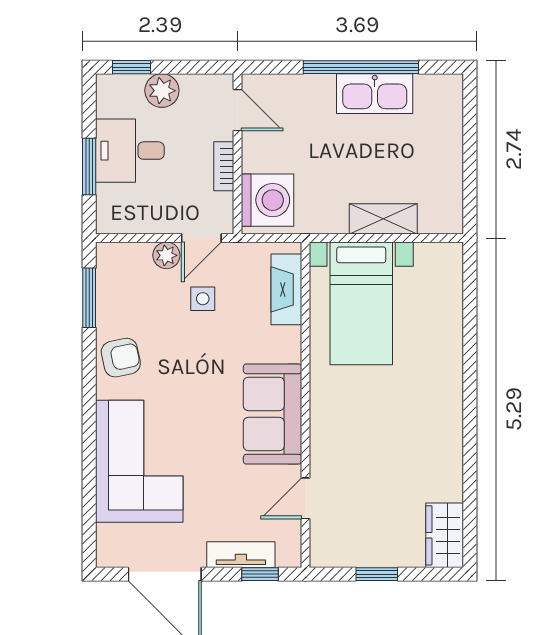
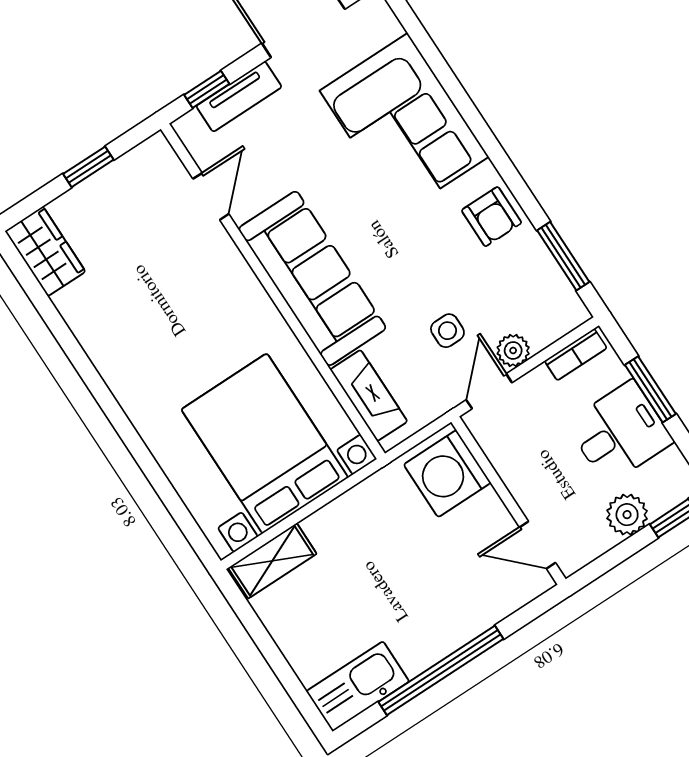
kitchen sink: (375, 94) -> (358, 686), moved
bookcase: (224, 166) -> (576, 355), moved, turned 90
shelving: (383, 219) -> (272, 561), moved
bed with nightstands: (361, 303) -> (265, 444), width x1.36
armchair: (121, 358) -> (492, 217), turned -78
sofa: (273, 414) -> (312, 278), width x1.36

